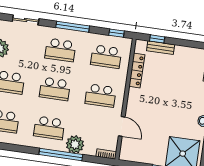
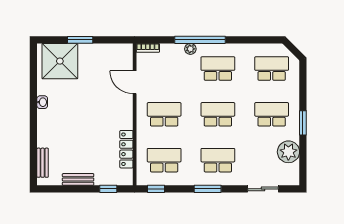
window: (73, 27) -> (208, 189), width x0.69
bench: (161, 48) -> (78, 179), moved
plant: (75, 144) -> (190, 49), width x0.53, depth x0.53

